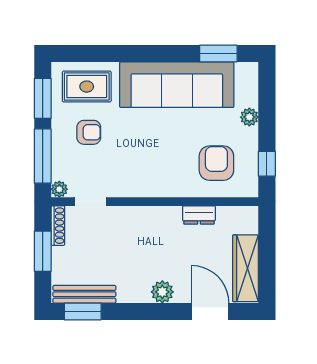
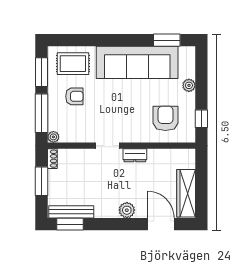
doorway: (91, 202) -> (107, 146), moved
dresser: (199, 215) -> (135, 155), moved
shoe rack: (58, 226) -> (52, 159), width x0.70

